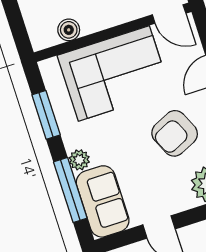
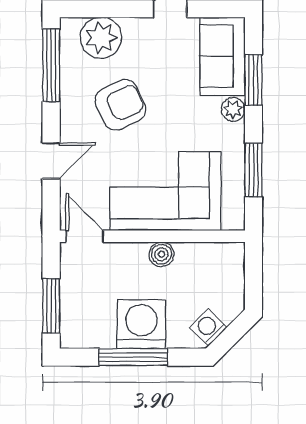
boiler: (69, 30) -> (161, 254), moved
window: (70, 190) -> (253, 80), width x0.69

